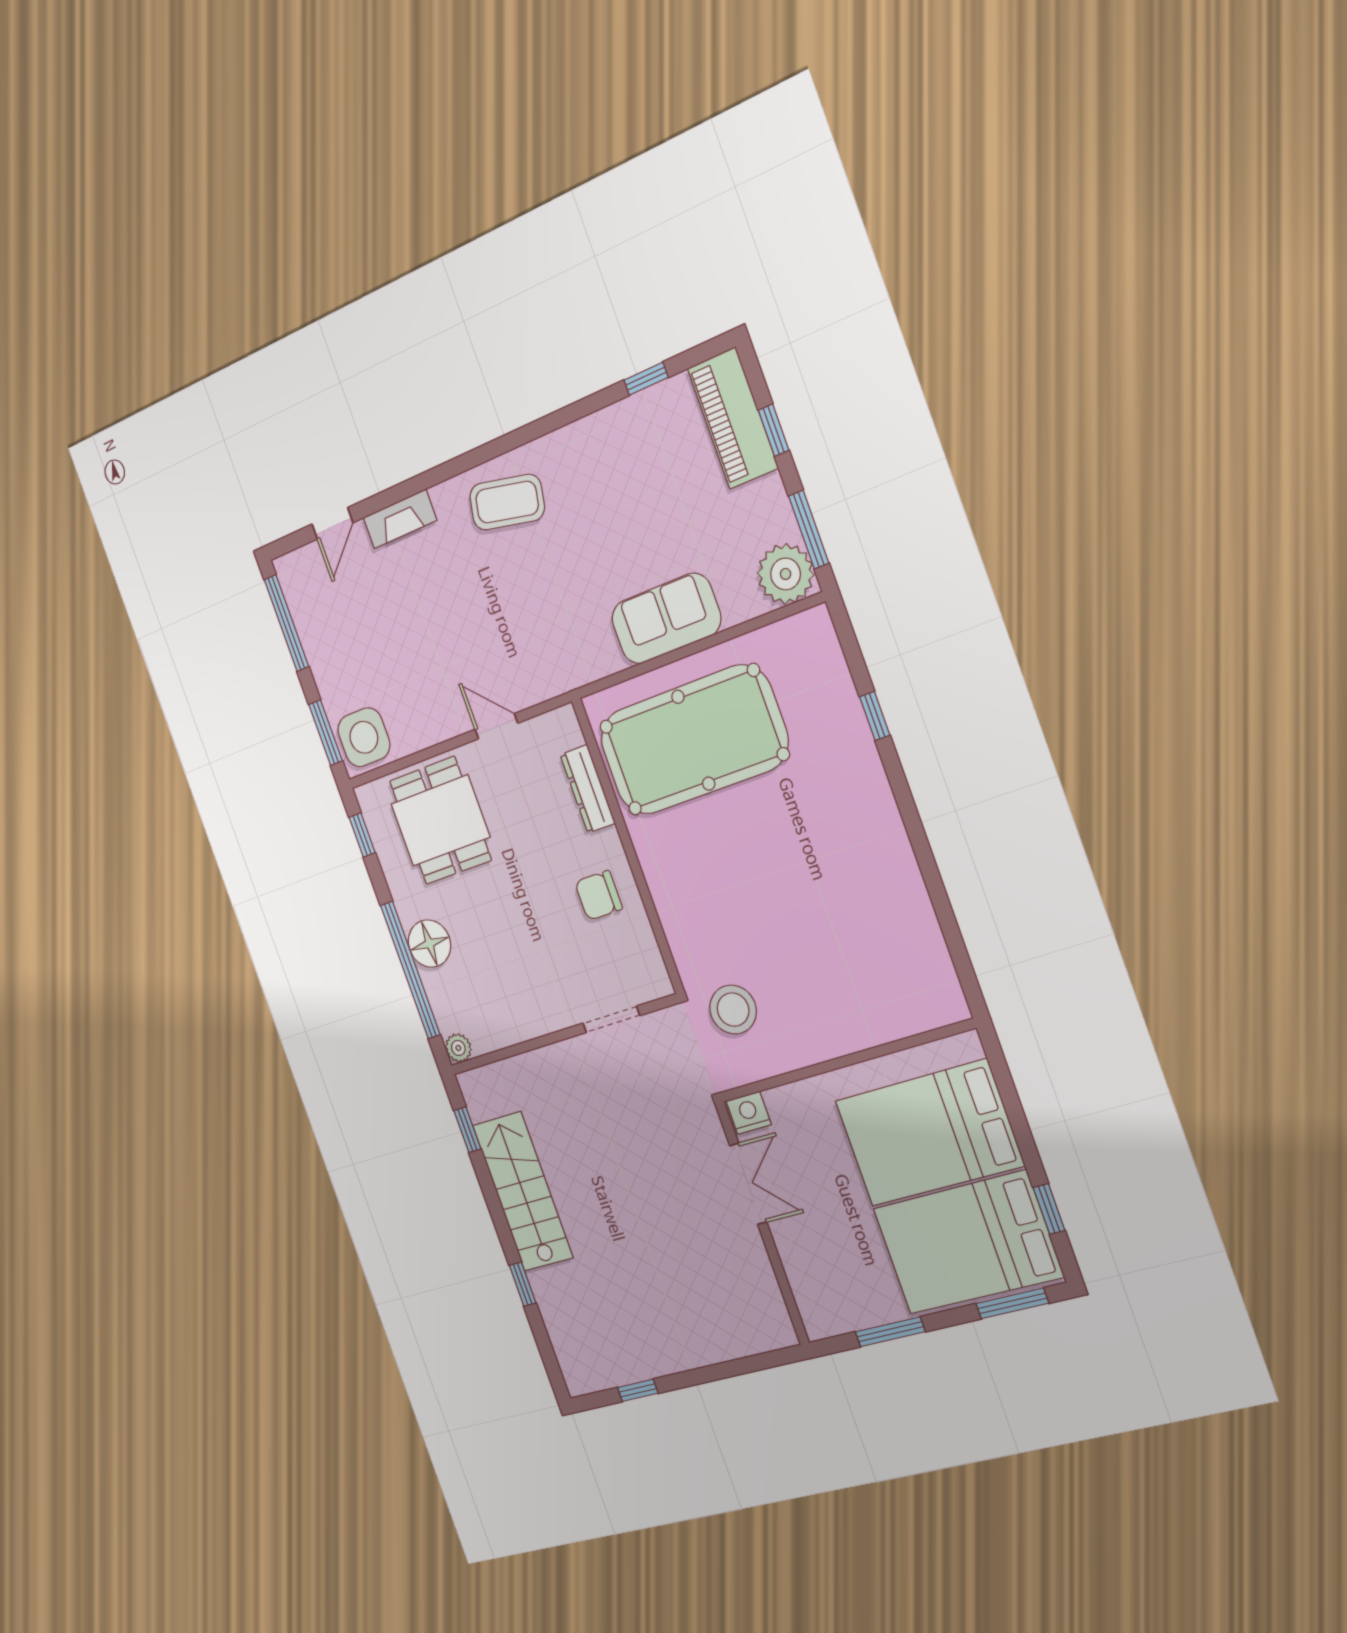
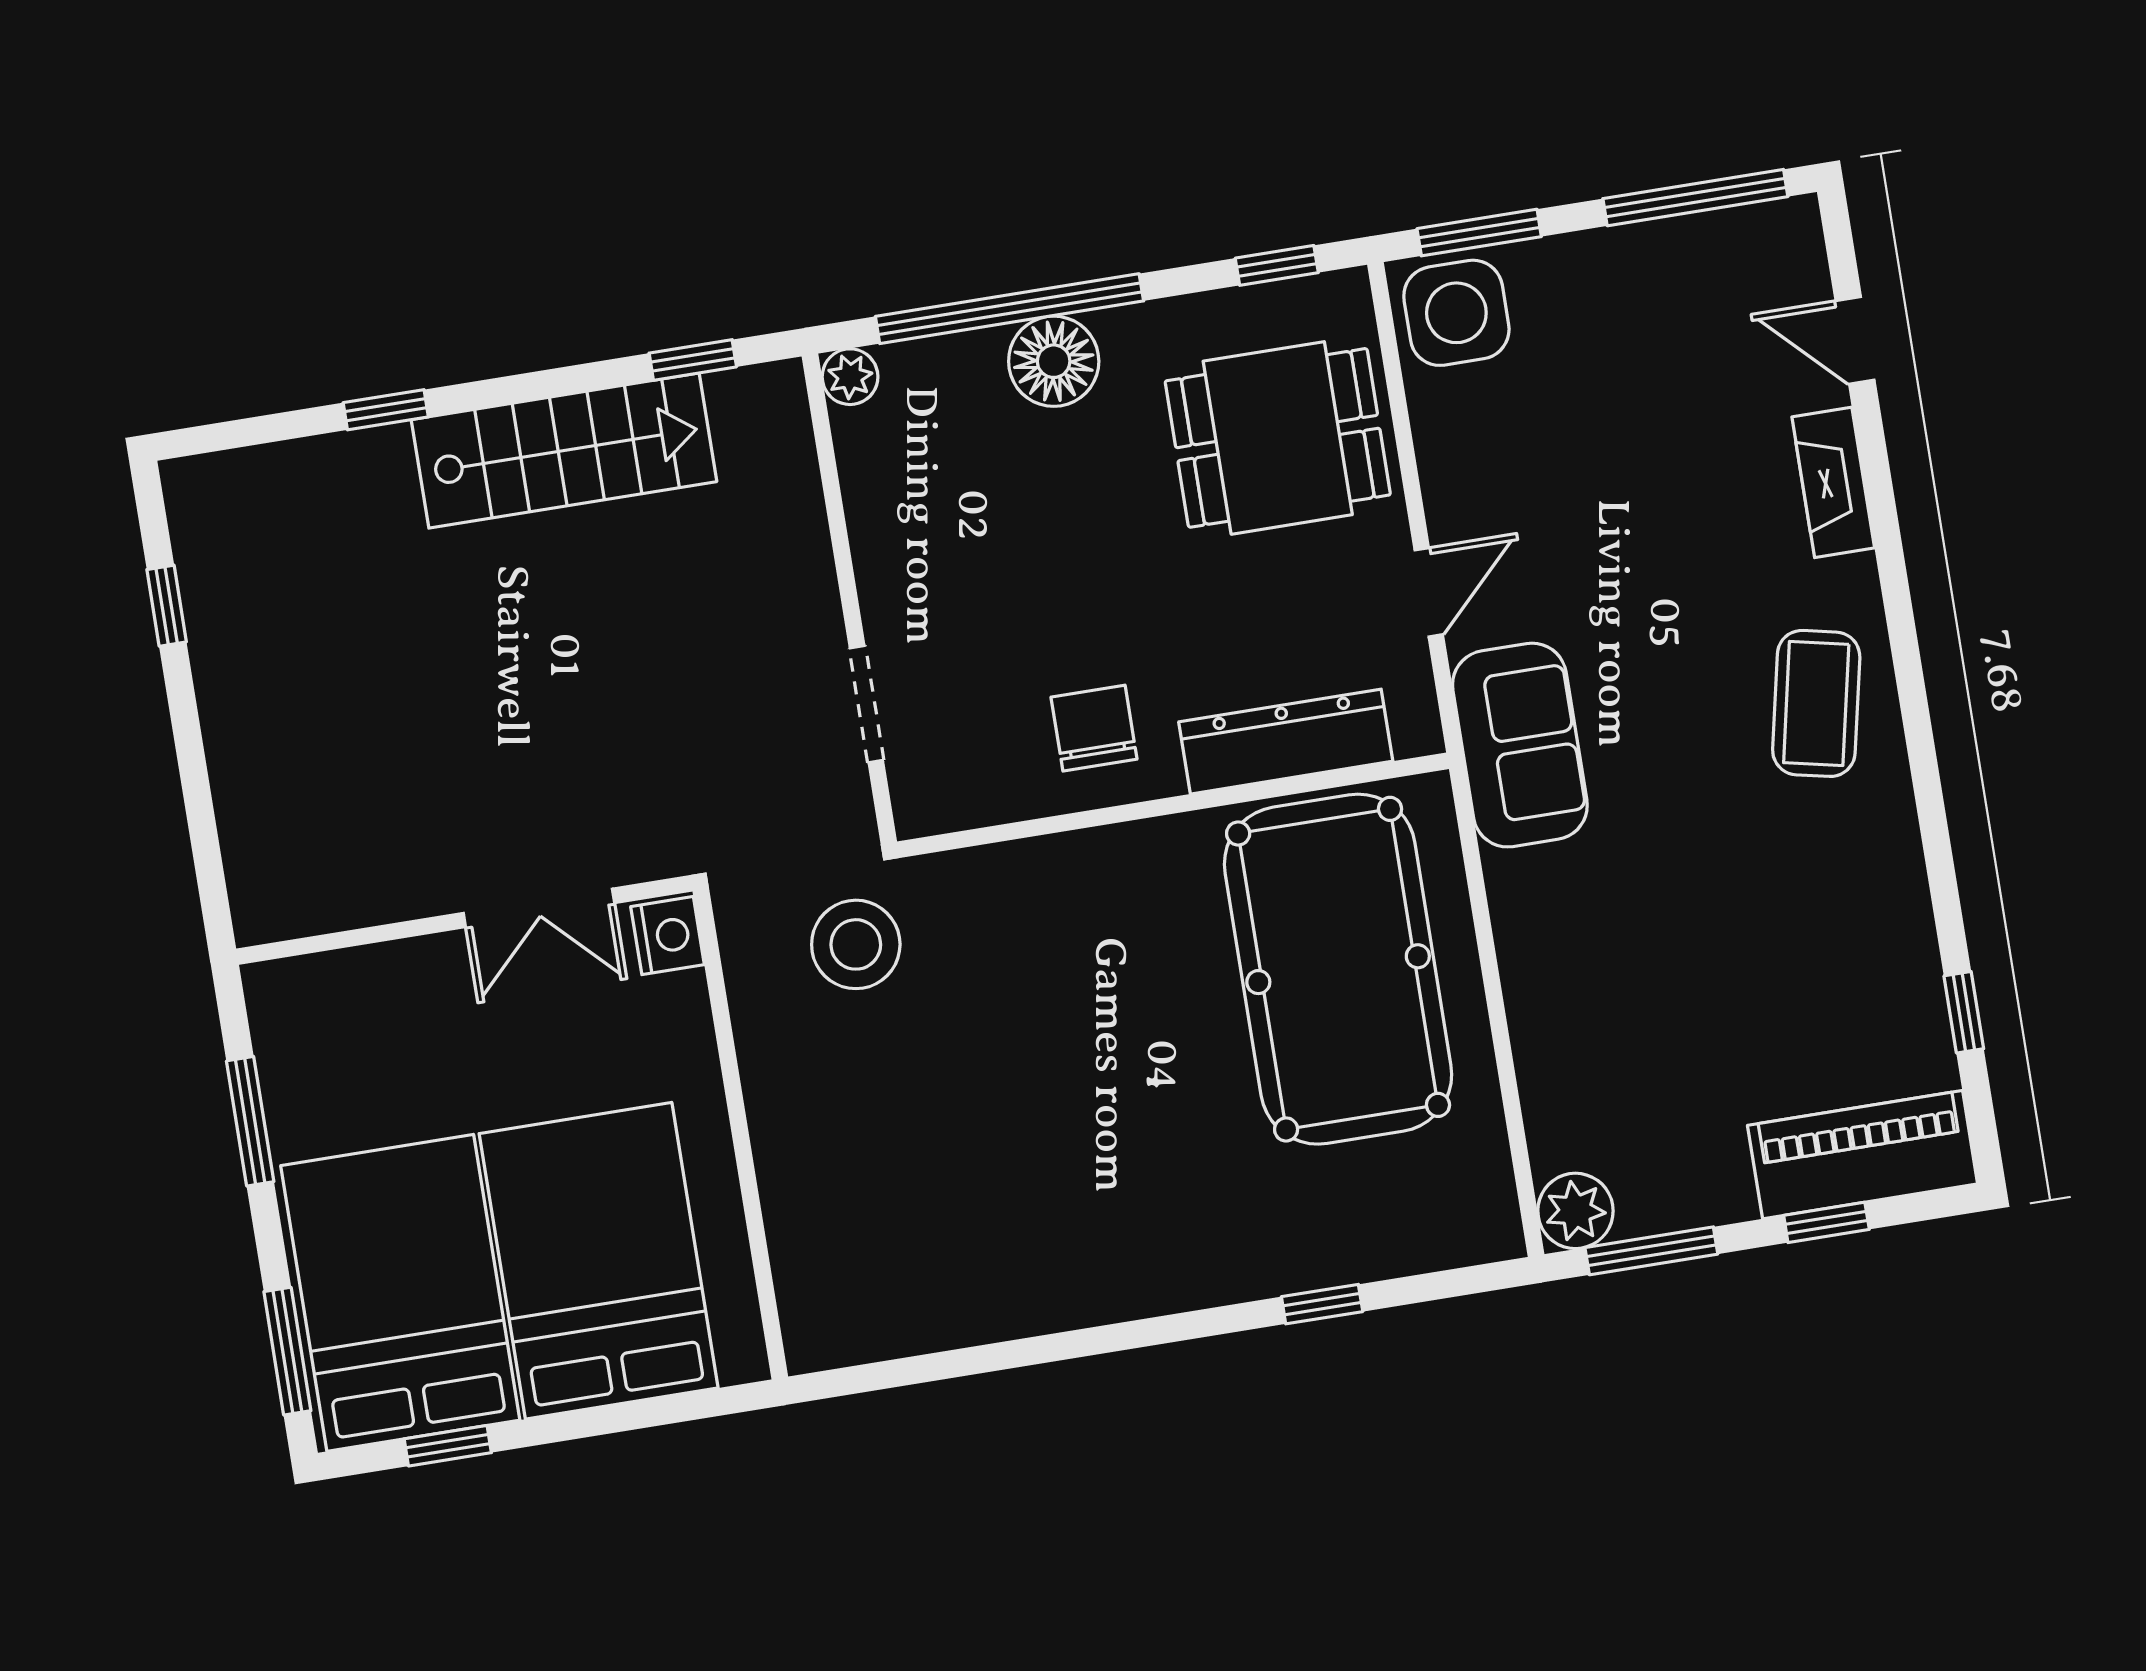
plant: (786, 574) -> (1575, 1211), width x0.73, depth x0.73
sofa: (666, 619) -> (1520, 745), moved
dresser: (588, 789) -> (1286, 742), width x1.37, depth x1.24

